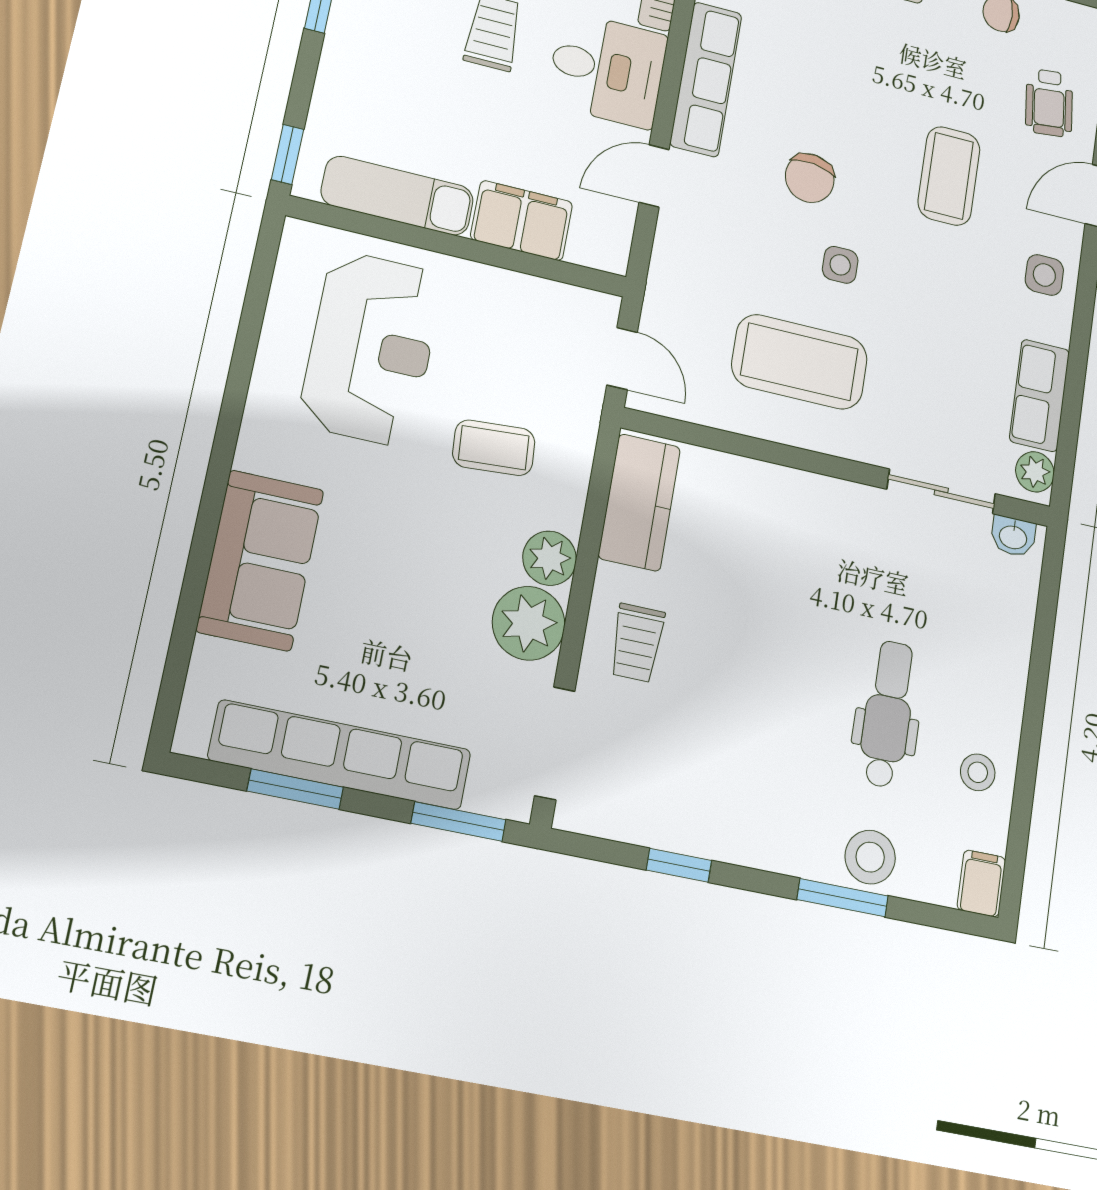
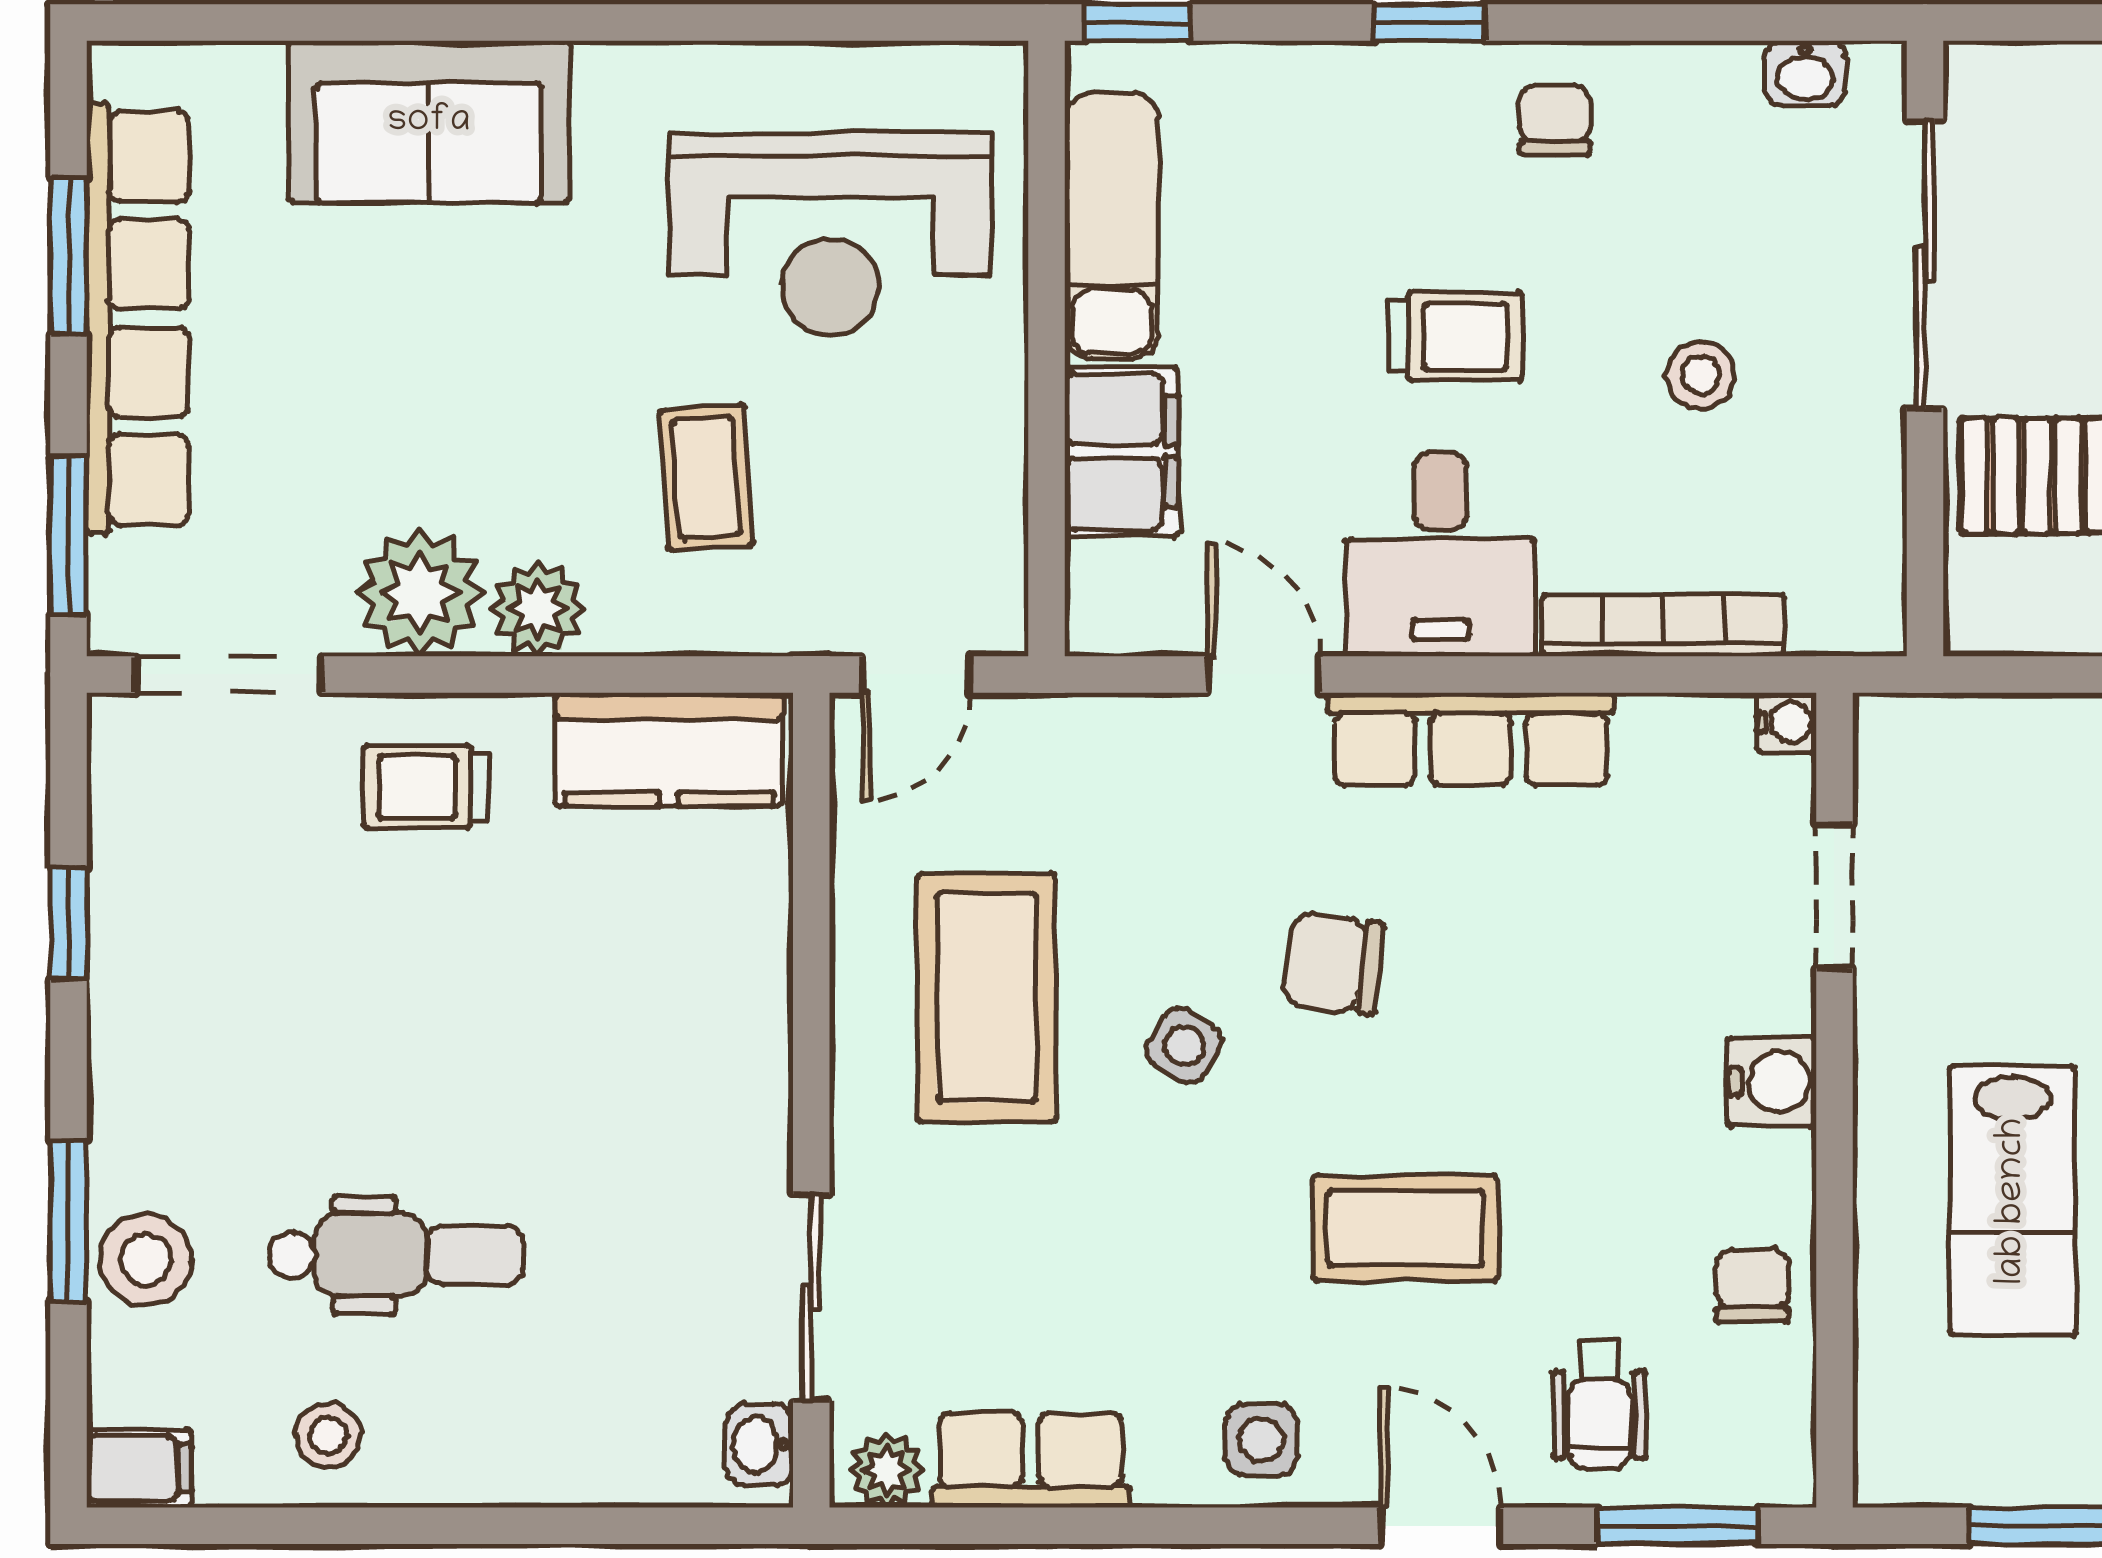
wheelchair: (1049, 103) -> (1599, 1405), turned -84
side table: (840, 265) -> (1184, 1046), turned 33

